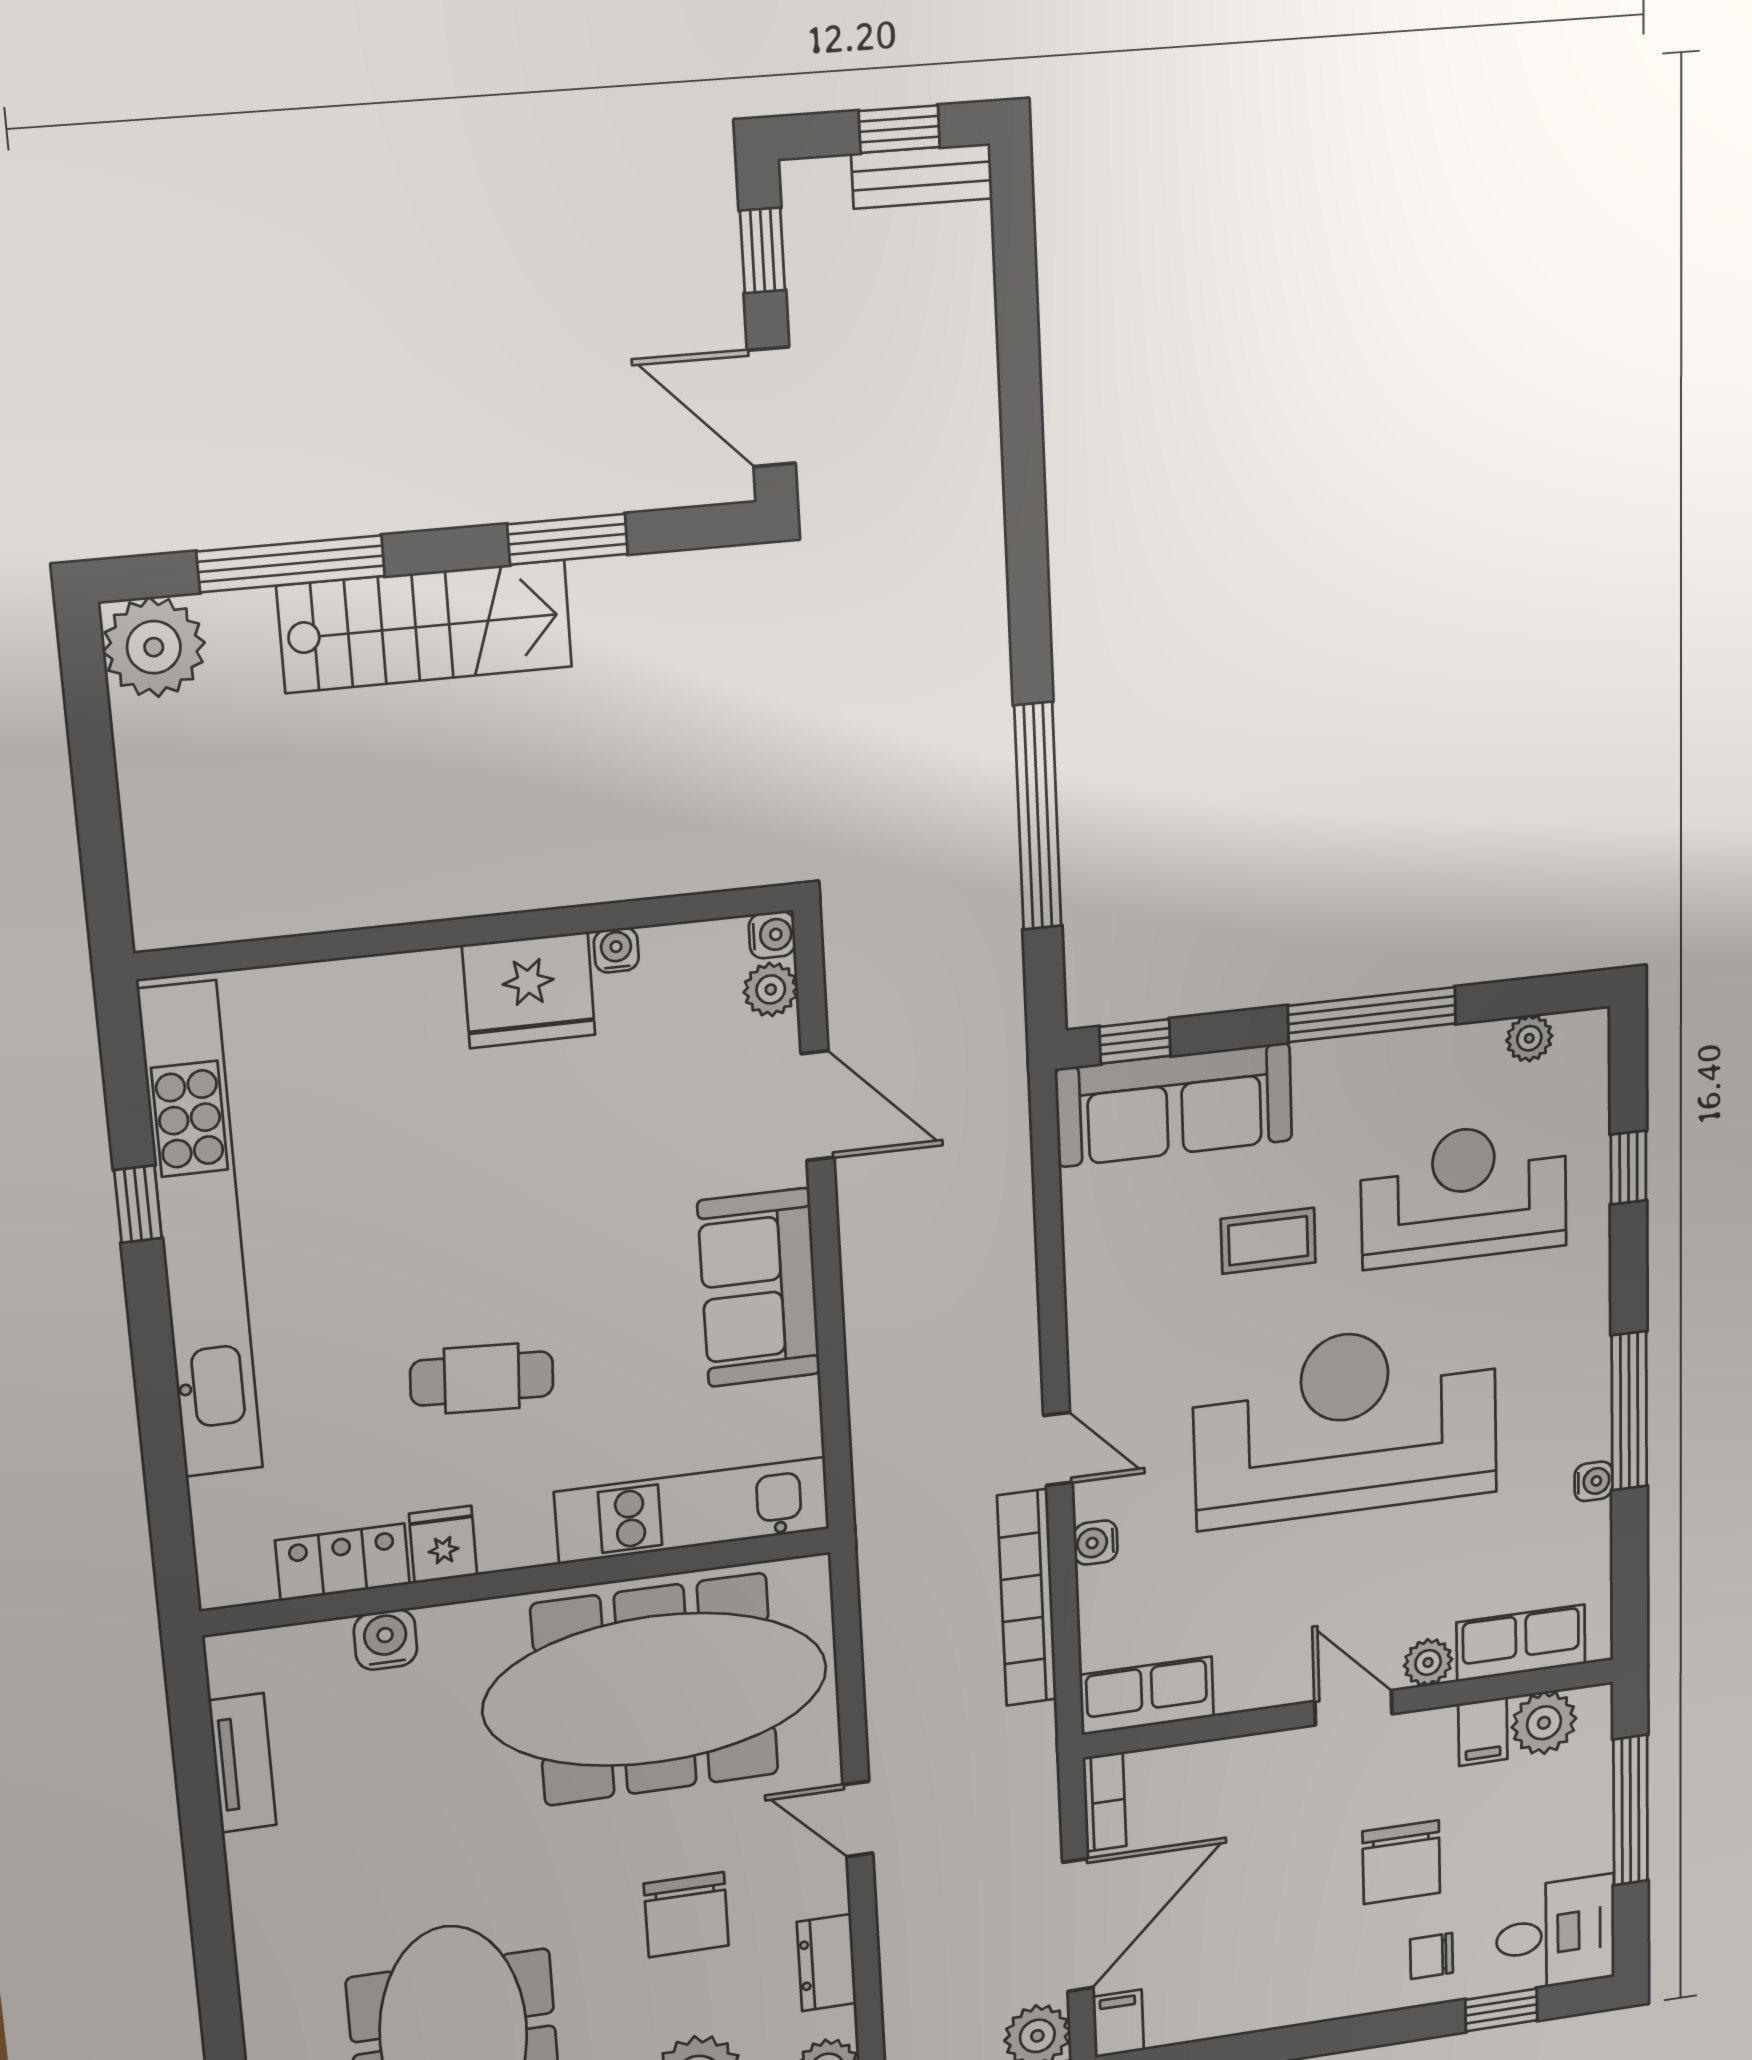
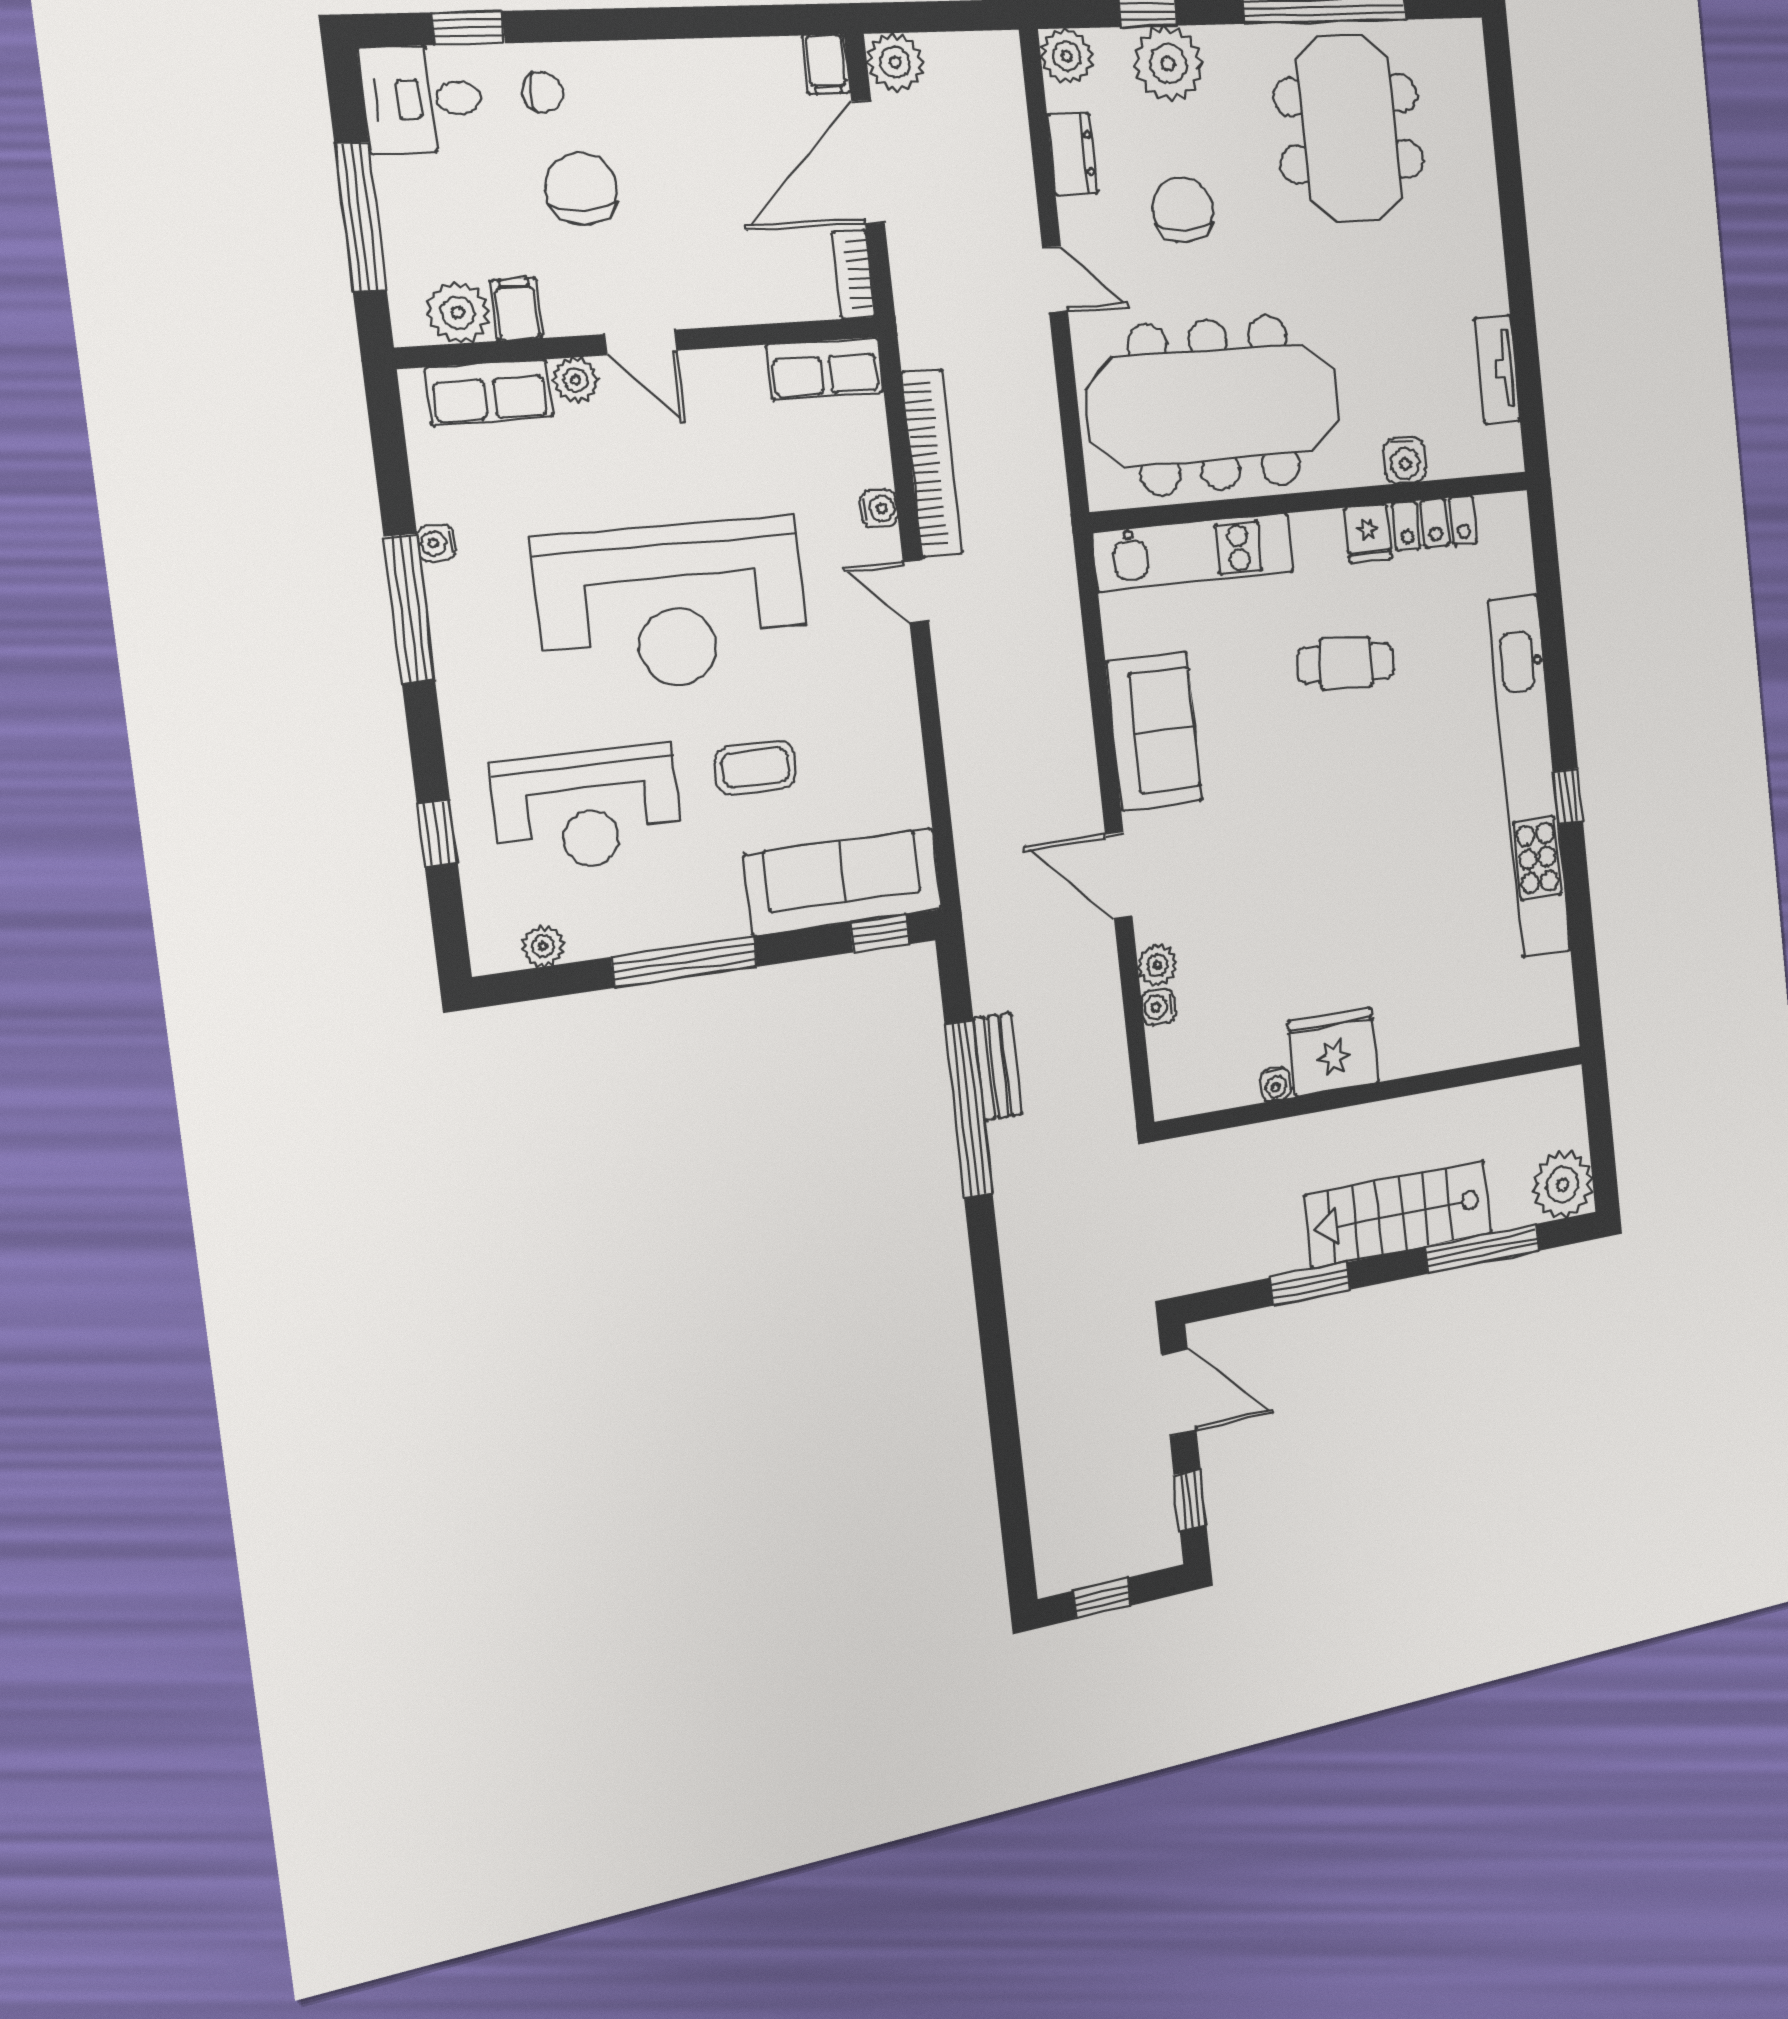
bench: (922, 176) -> (998, 1067), moved, turned 90
wall: (468, 931) -> (1374, 1092), moved
water cooler: (616, 950) -> (1276, 1084), moved
fridge: (529, 990) -> (1333, 1052), moved

